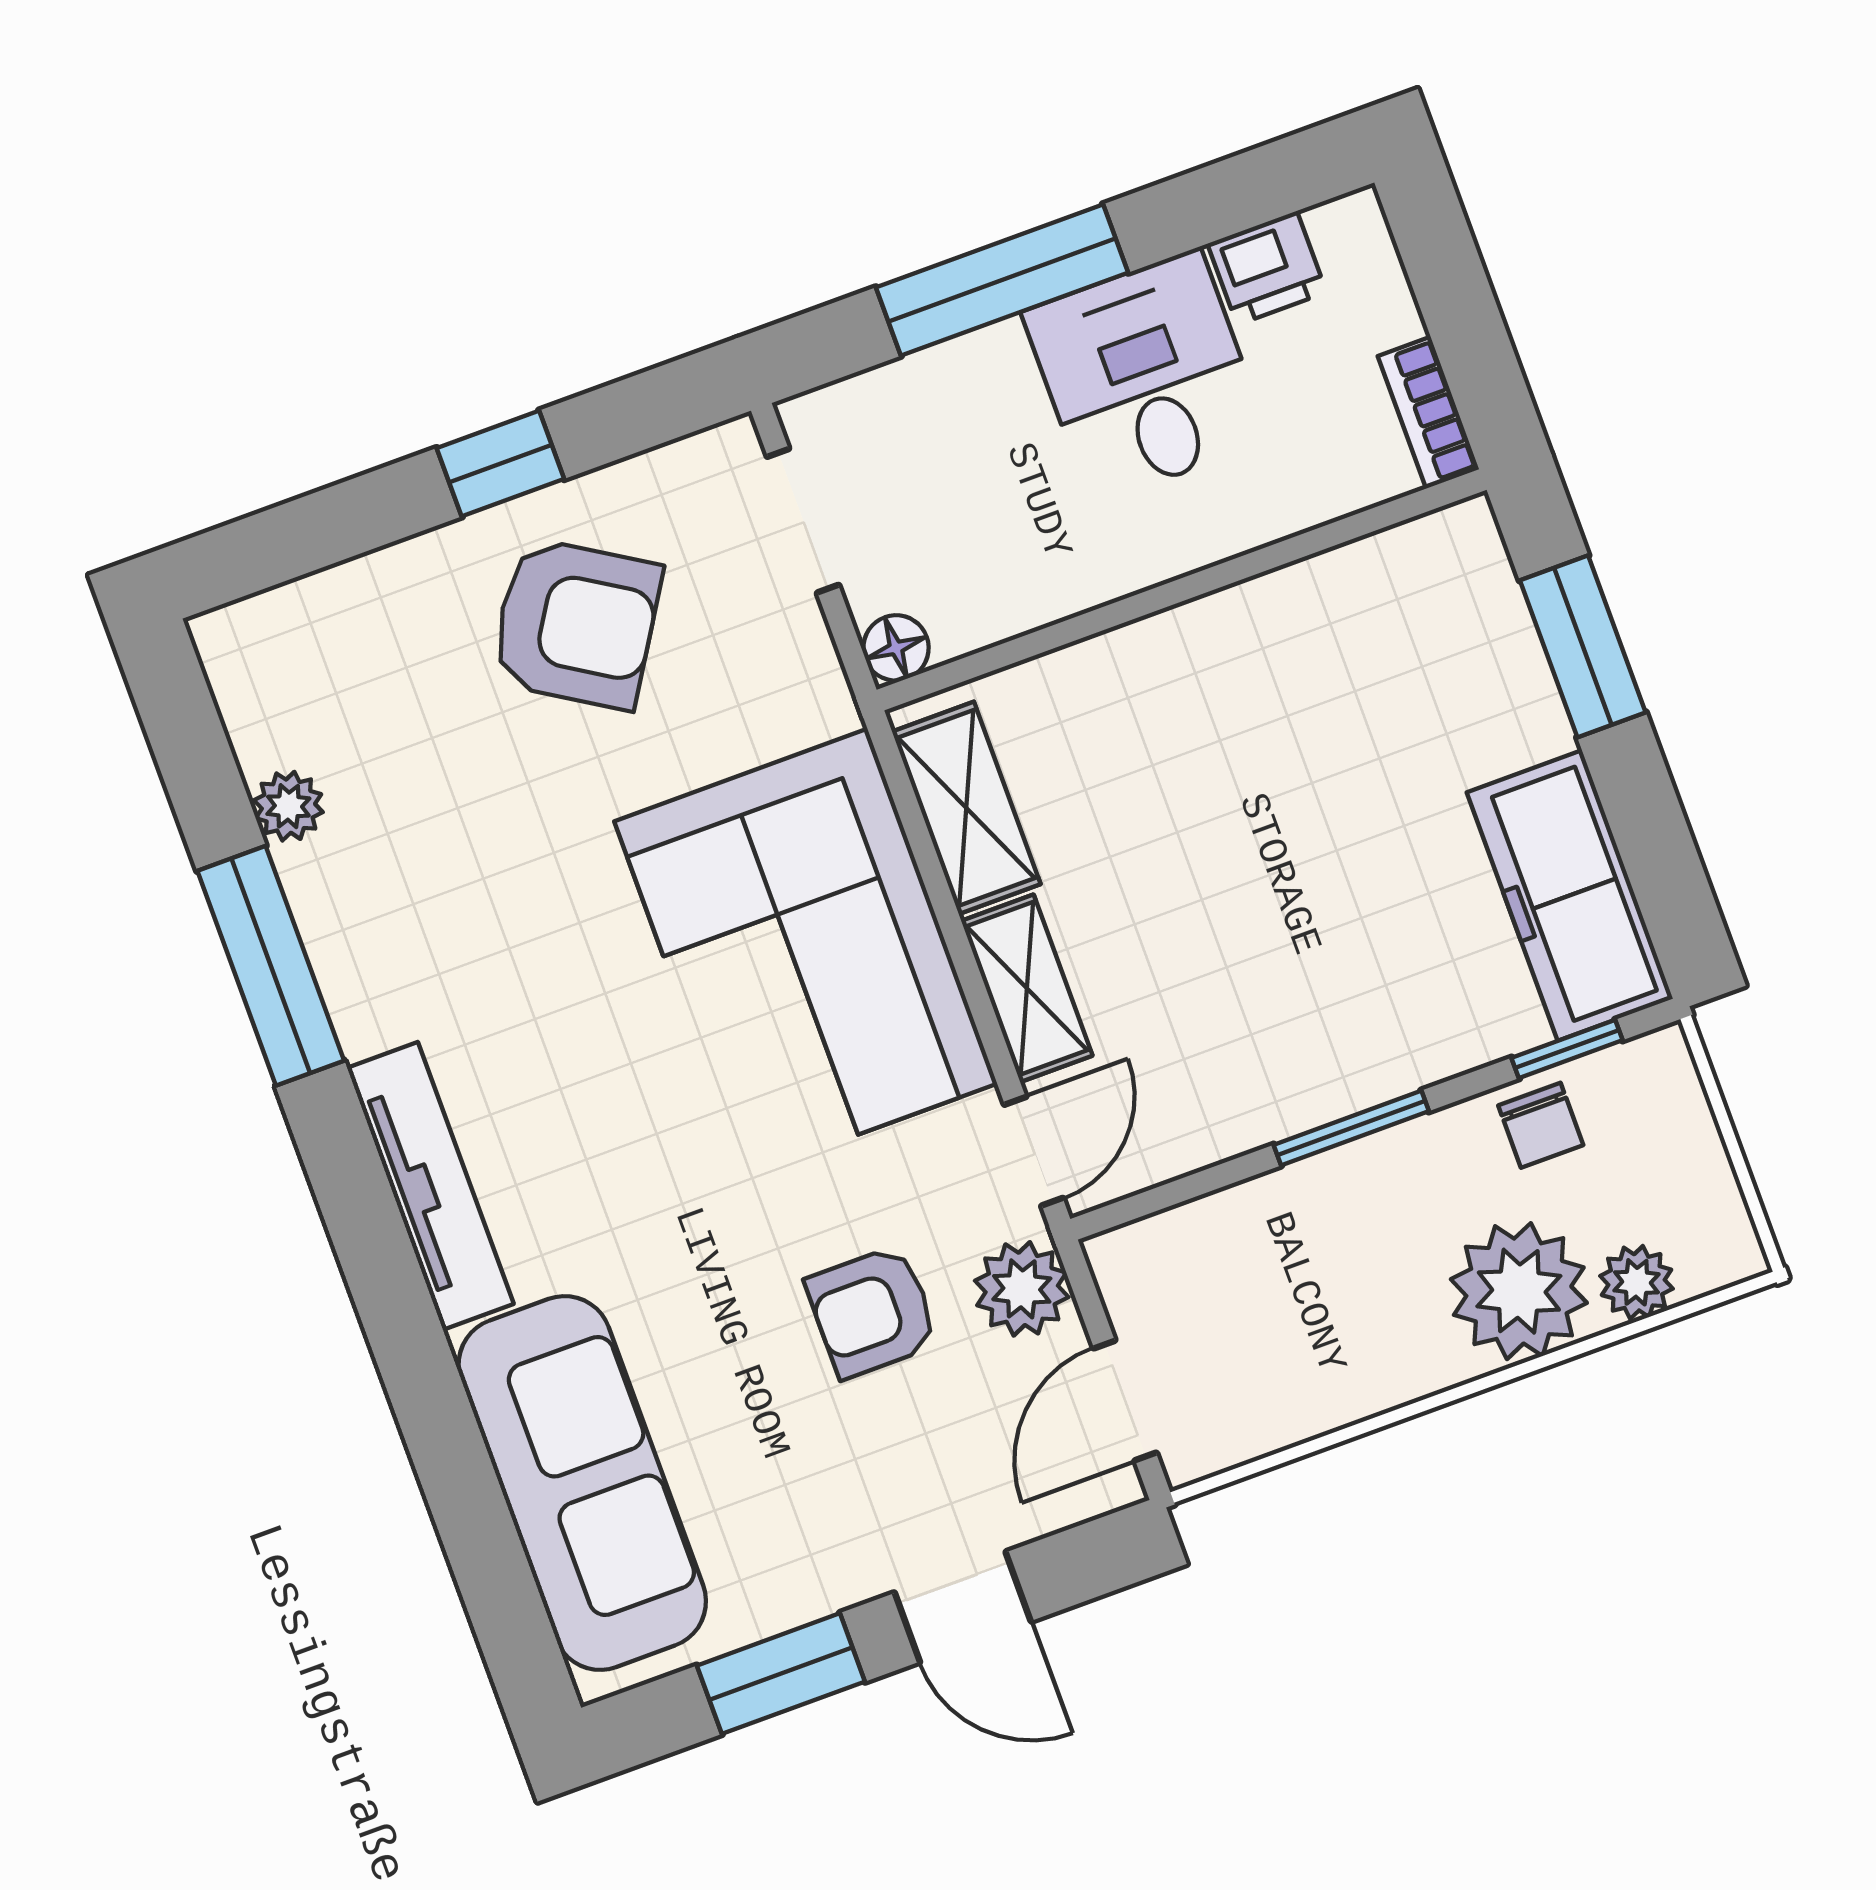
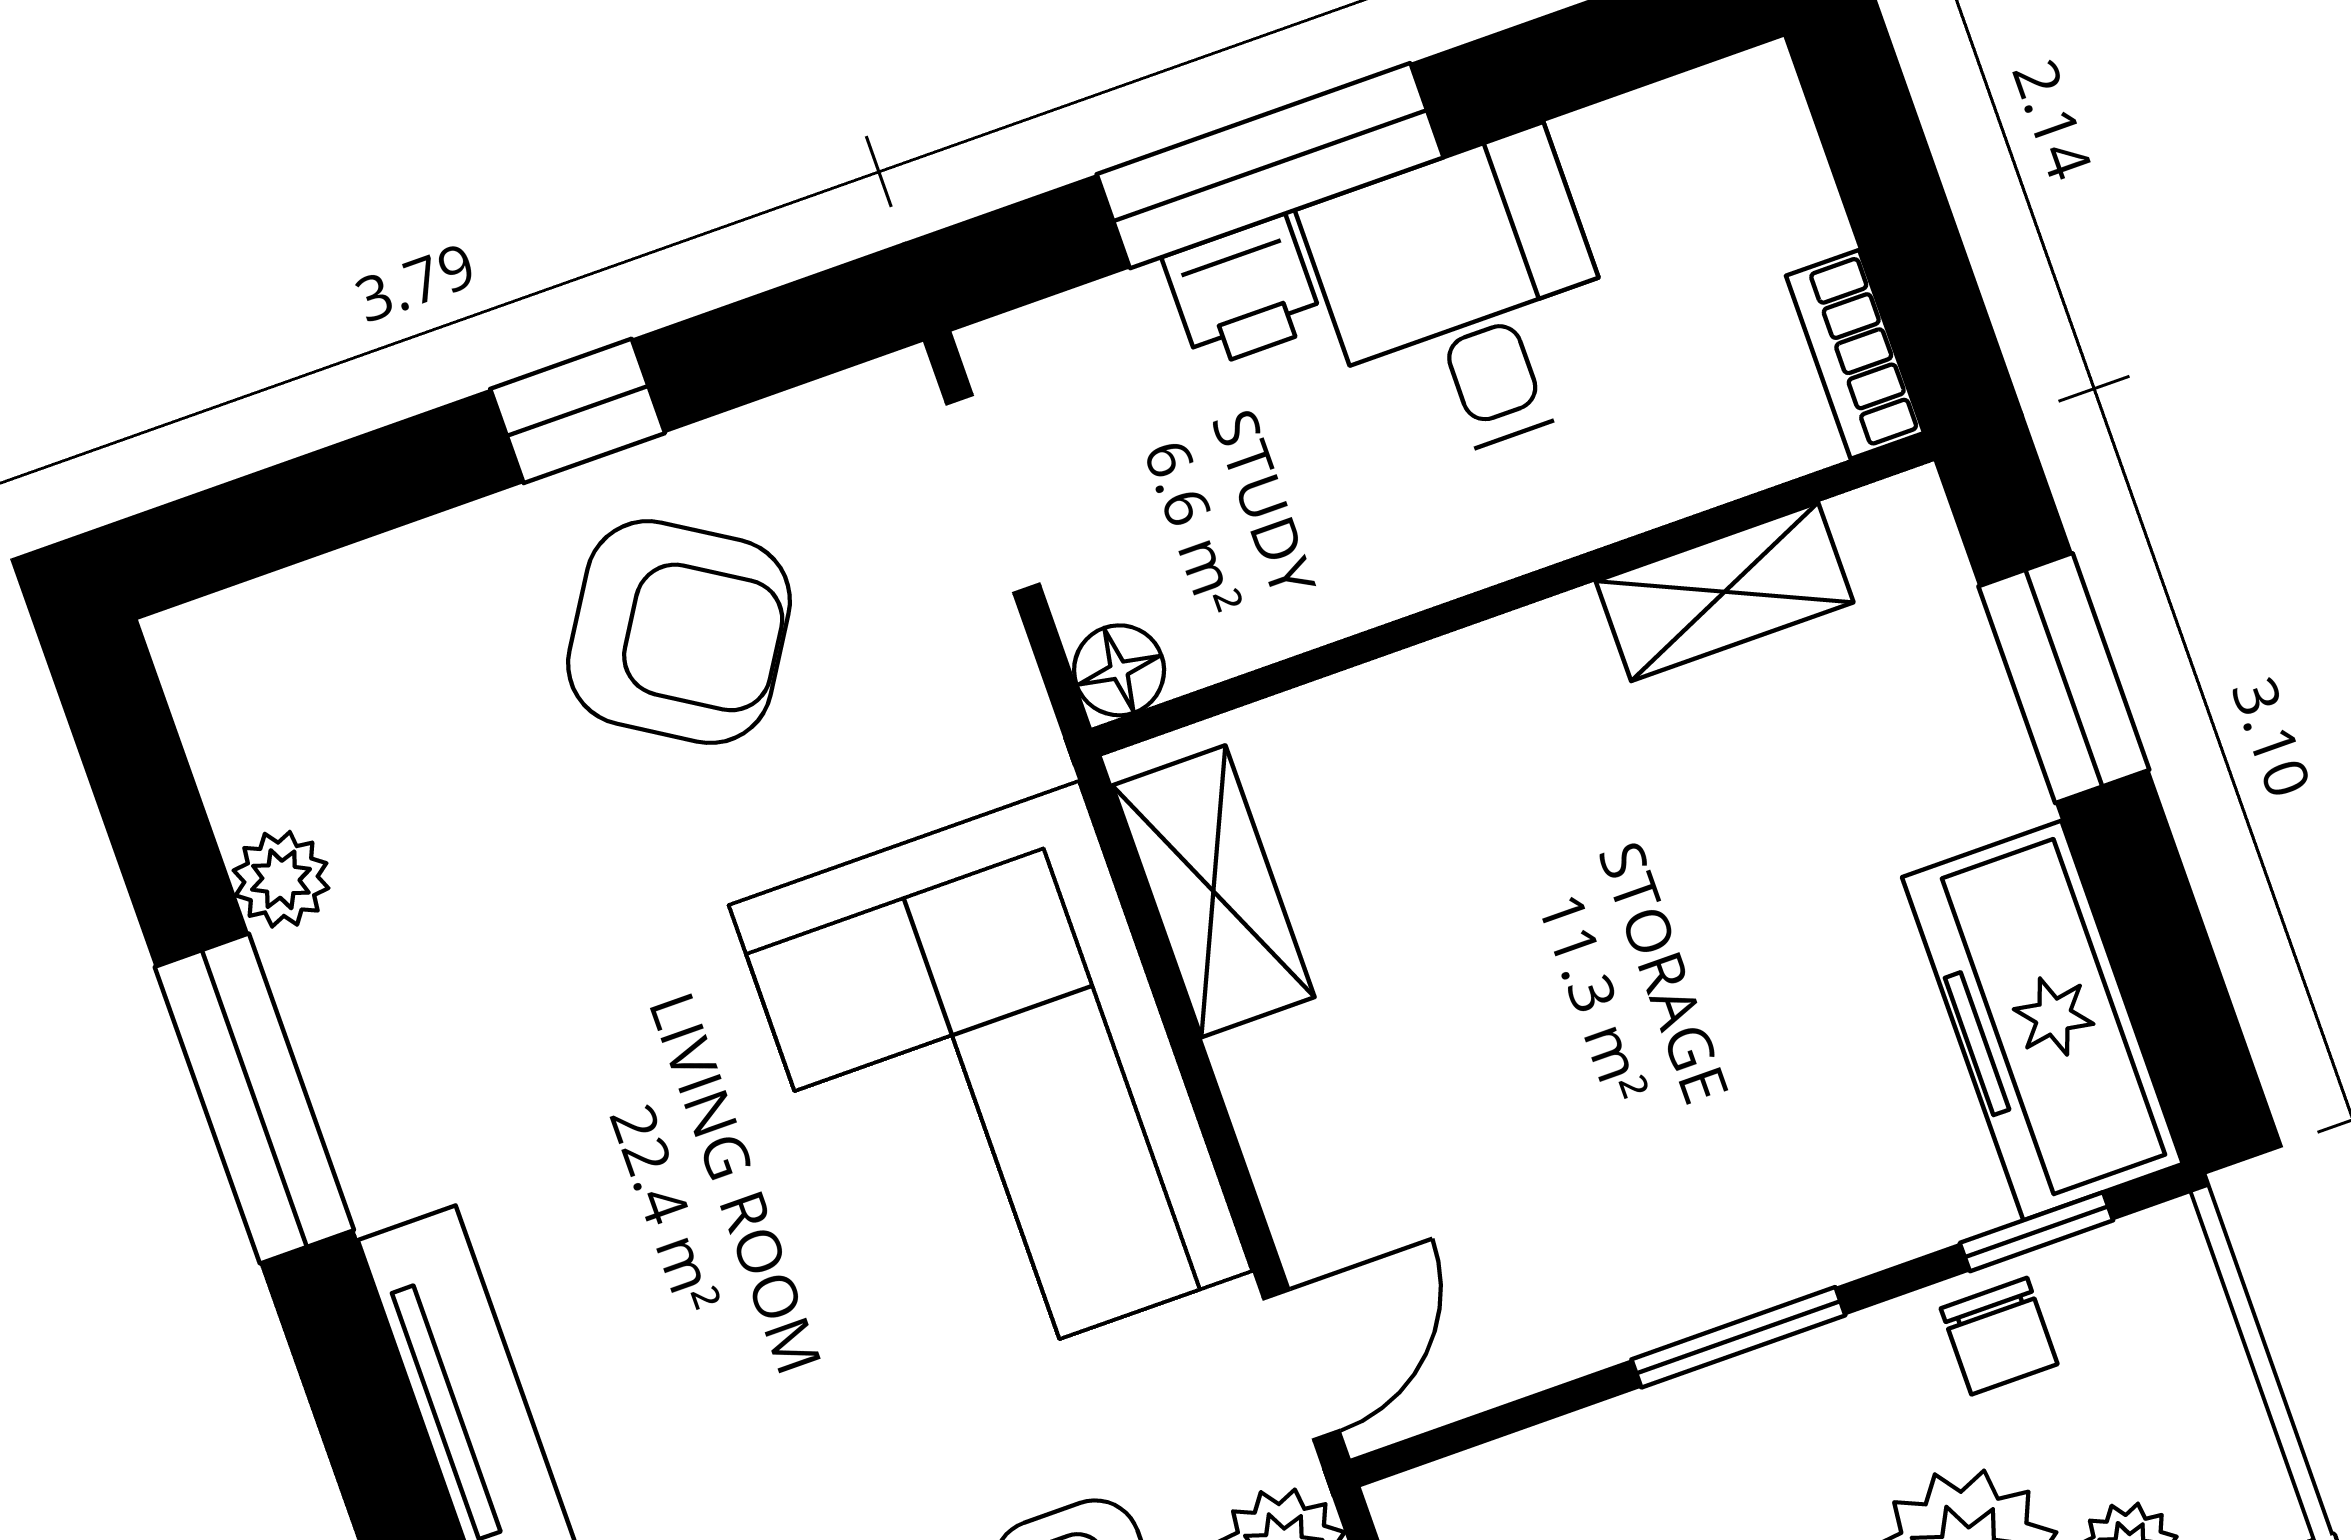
printer: (1267, 268) -> (1243, 292), moved
shelving: (1027, 988) -> (1725, 592), moved, turned 90

